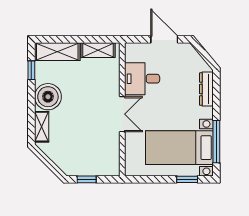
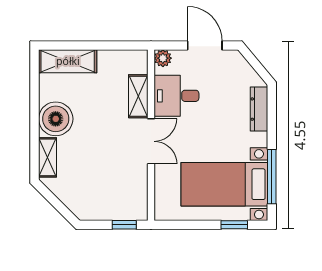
plant: (131, 49) -> (163, 58), added
shelving: (98, 50) -> (138, 96), moved, turned 90
window: (31, 70) -> (35, 85), removed
window: (87, 179) -> (124, 225), moved

